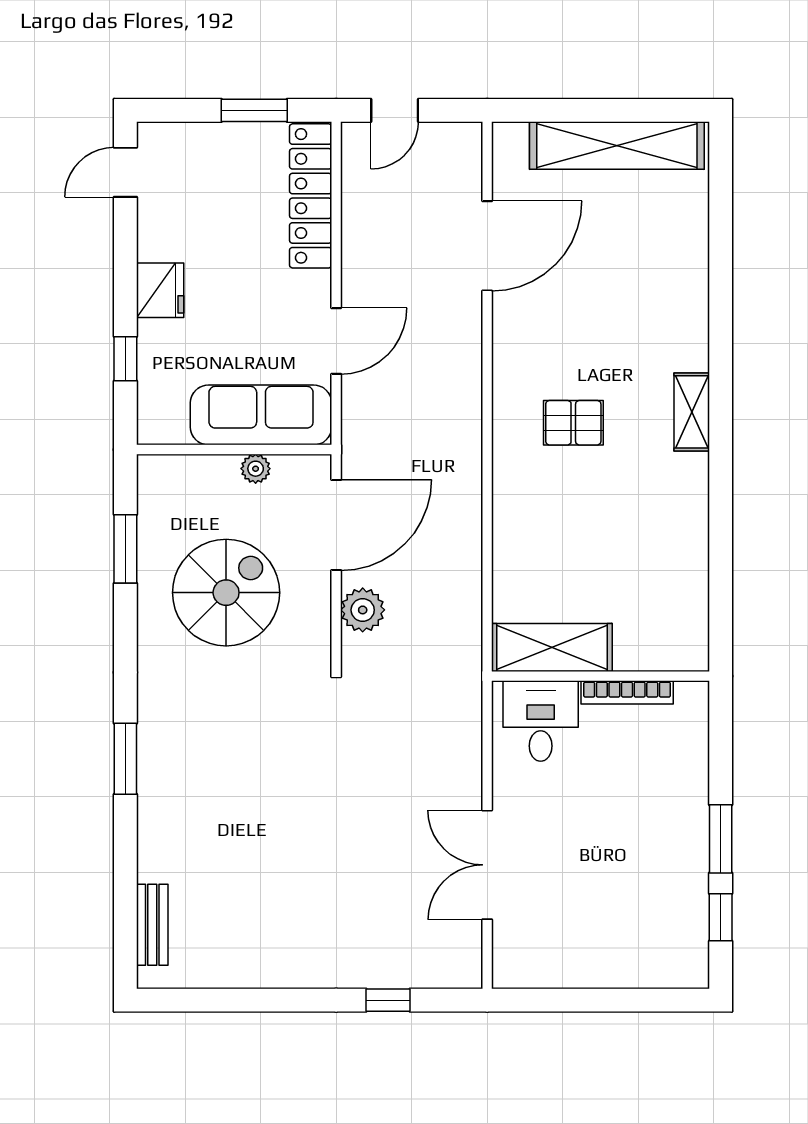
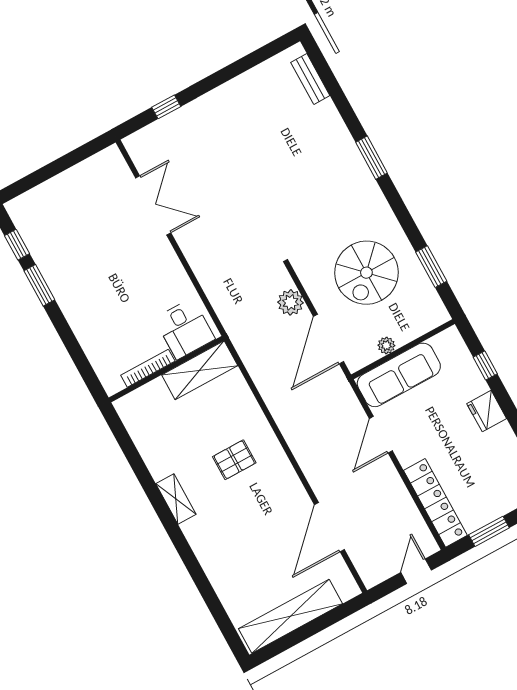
shelving: (552, 647) -> (200, 370), moved
wall: (601, 676) -> (166, 369), moved
bookcase: (627, 692) -> (148, 368), moved
desk: (541, 721) -> (185, 329), moved

